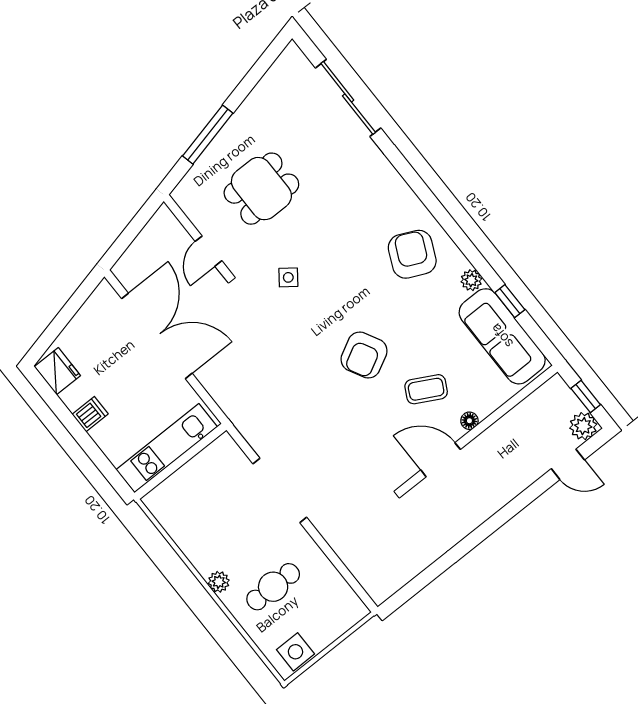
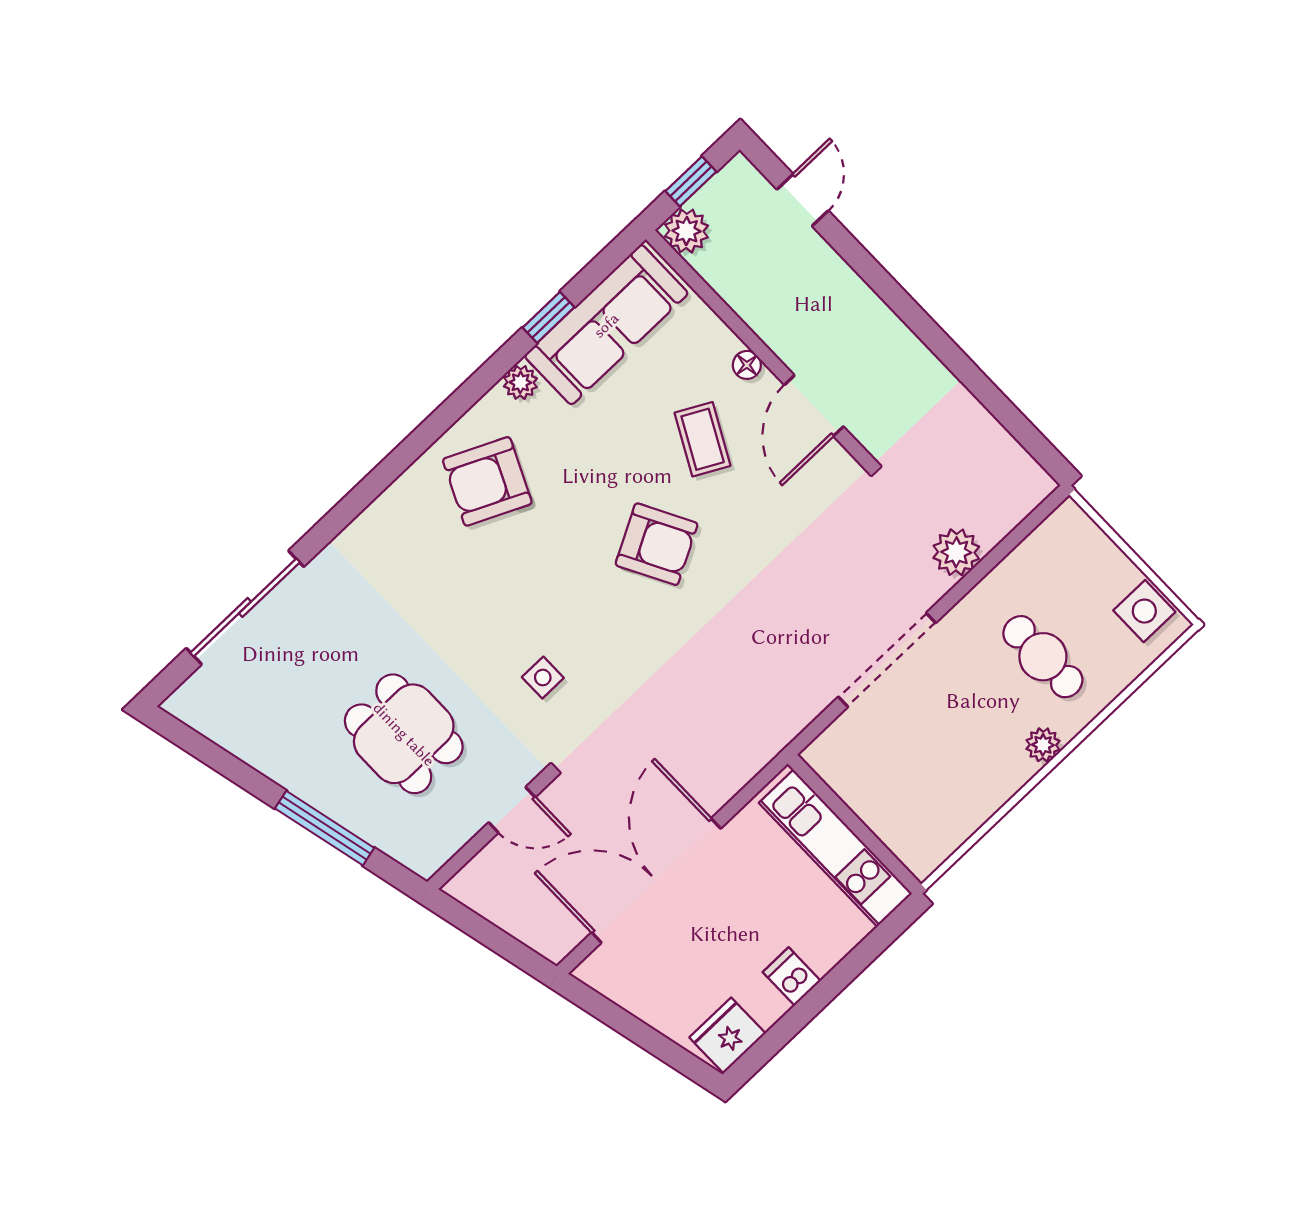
side table: (288, 277) -> (543, 678), turned -37
plant: (583, 426) -> (686, 231), moved
plant: (342, 539) -> (956, 552), added

